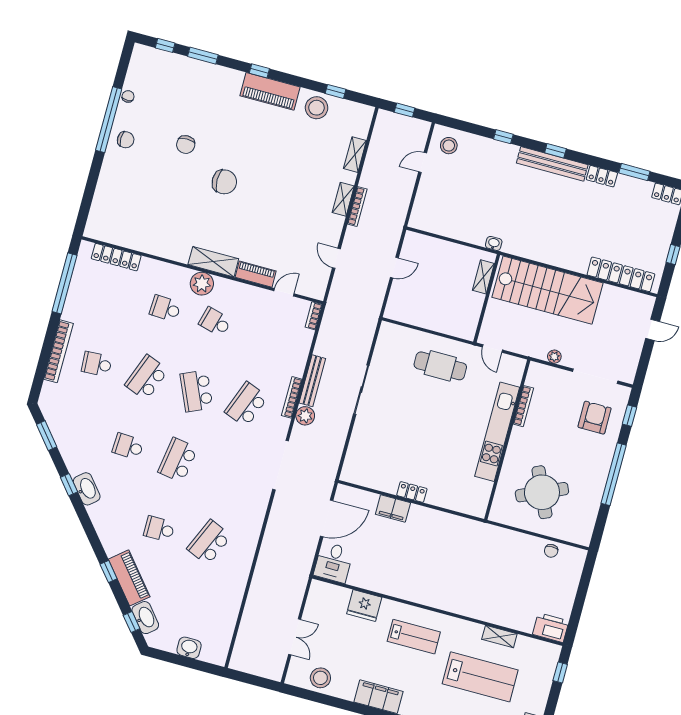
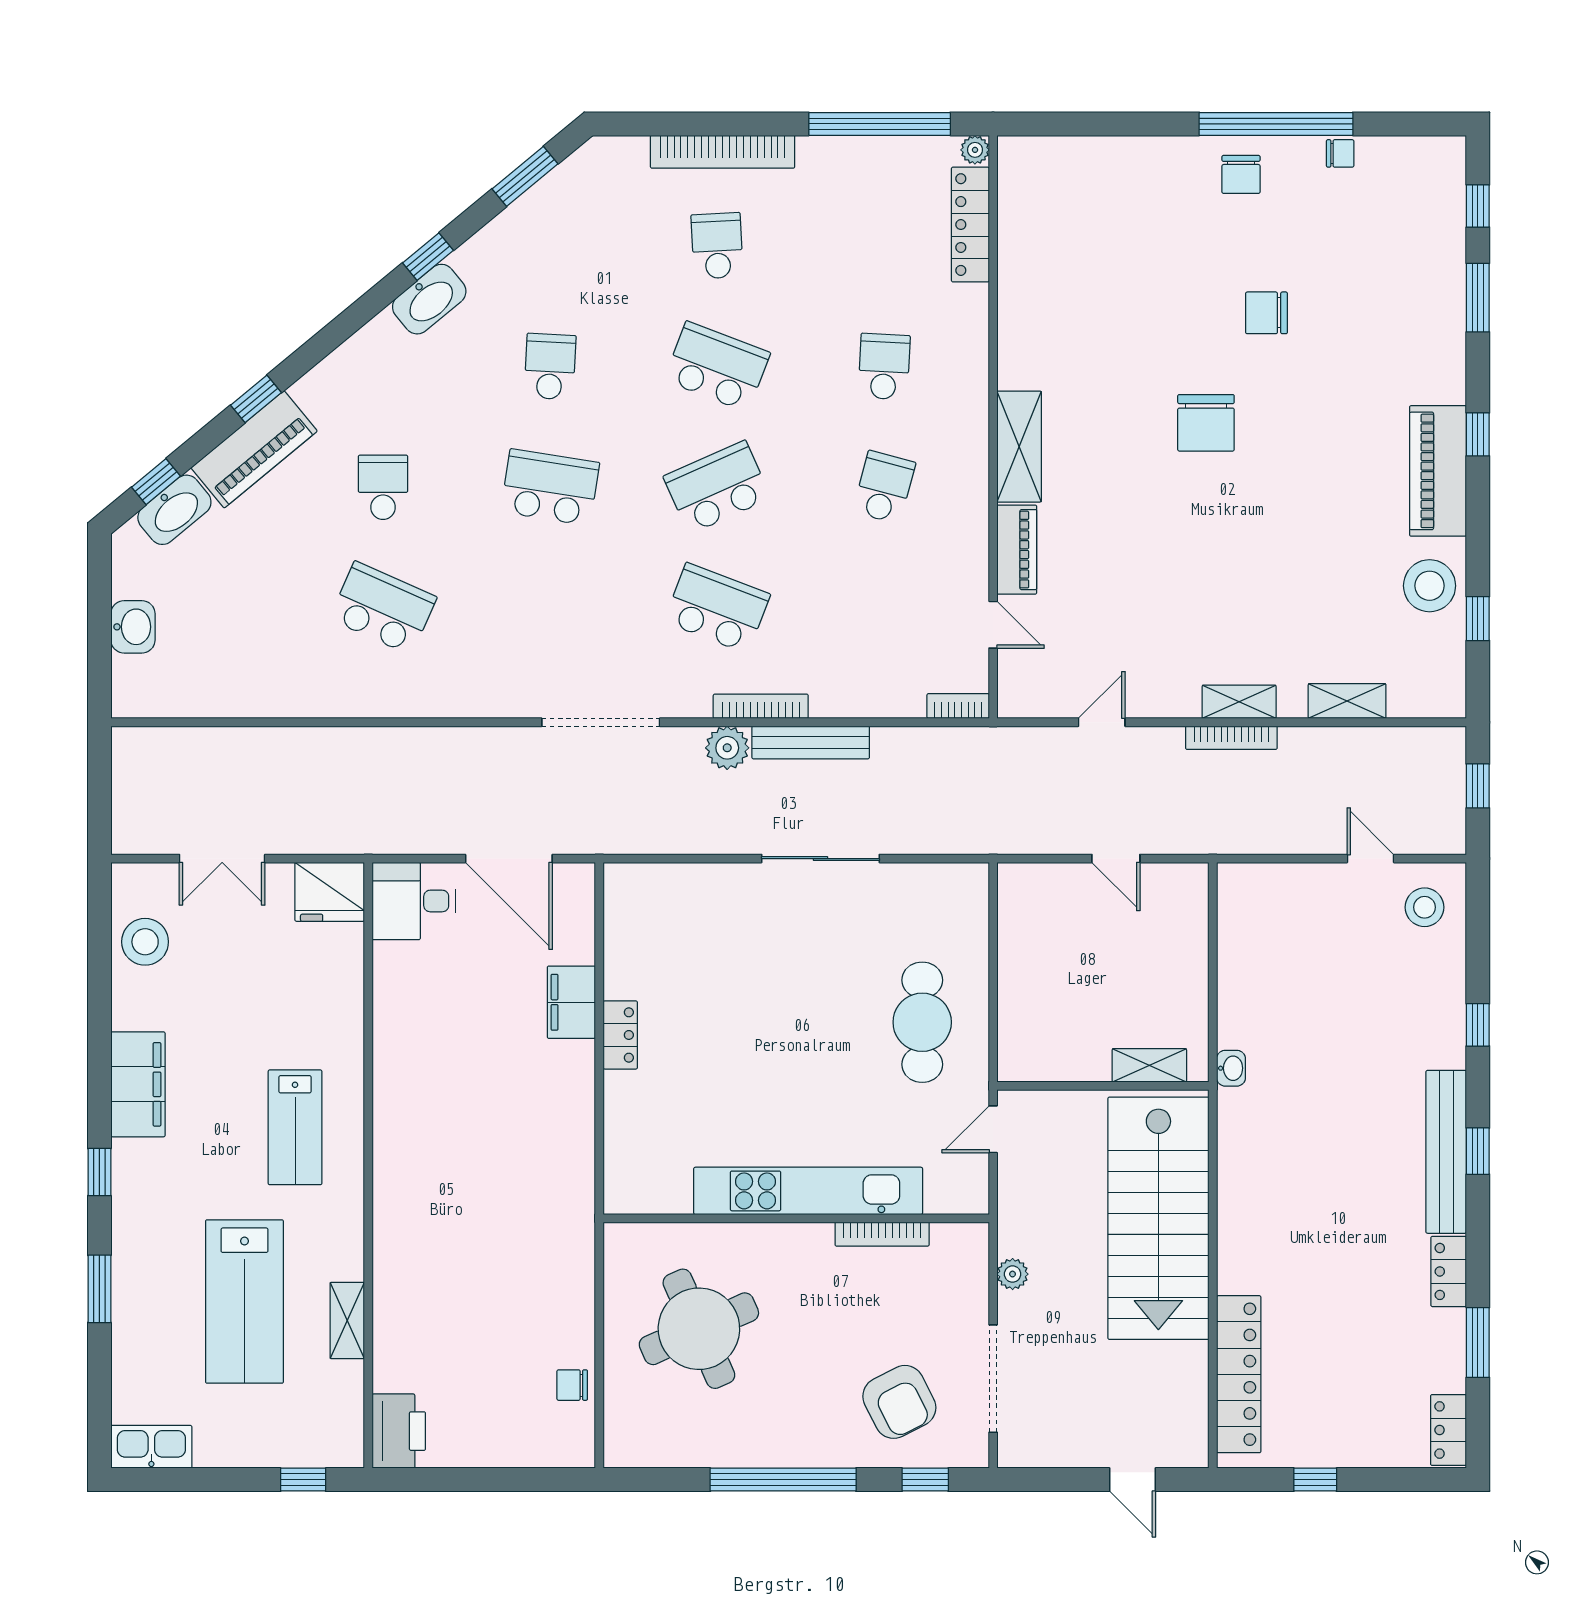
plant: (202, 284) -> (975, 150), moved, width x0.53, depth x0.53
armchair: (595, 418) -> (899, 1402), turned 63
fridge: (364, 606) -> (330, 892), moved, turned -90

